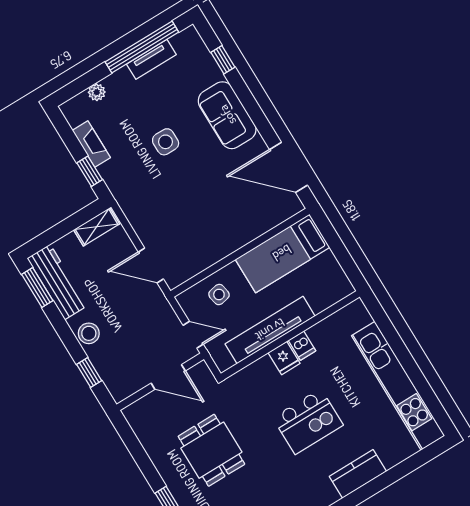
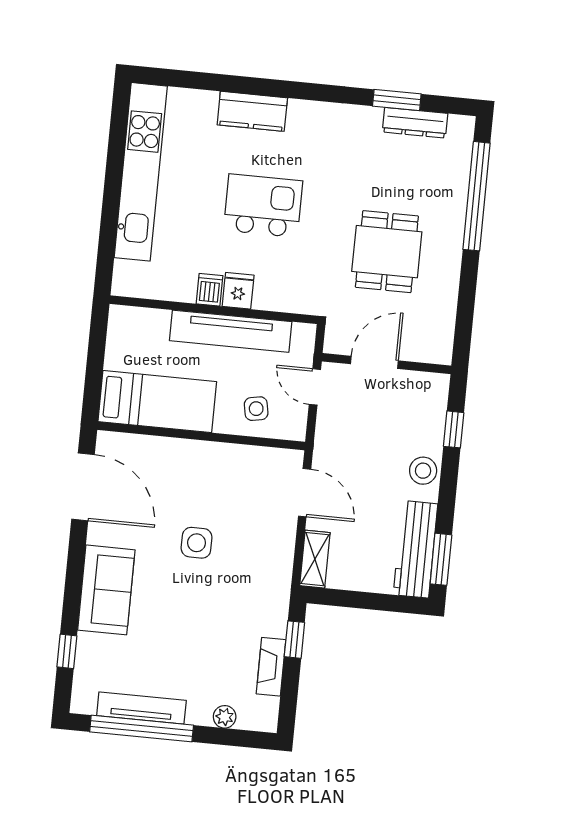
tv unit: (151, 59) -> (141, 708), width x1.41
side table: (166, 142) -> (197, 543), moved
shelving: (97, 227) -> (315, 559), moved, turned 90
door: (168, 377) -> (374, 362), hinge flipped

